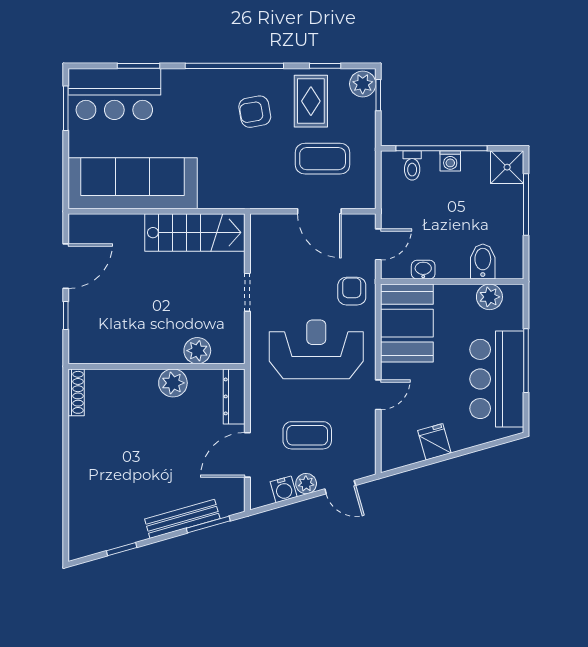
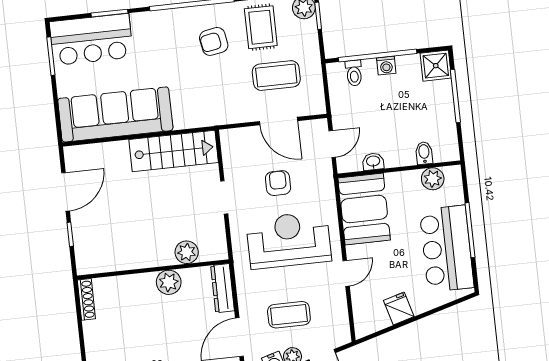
bidet: (483, 262) -> (424, 153), width x0.72, depth x0.74
armchair: (352, 291) -> (278, 183), moved

